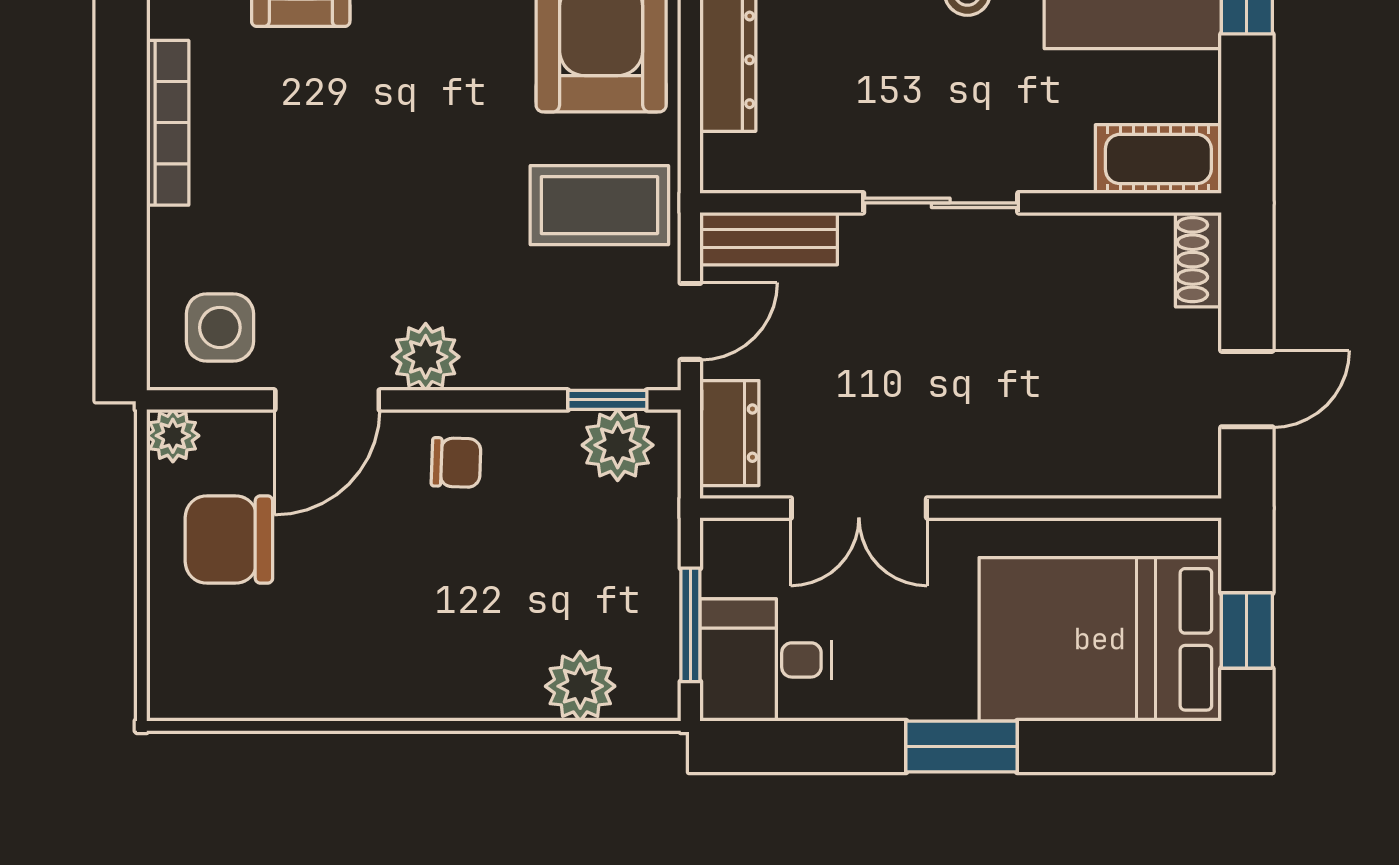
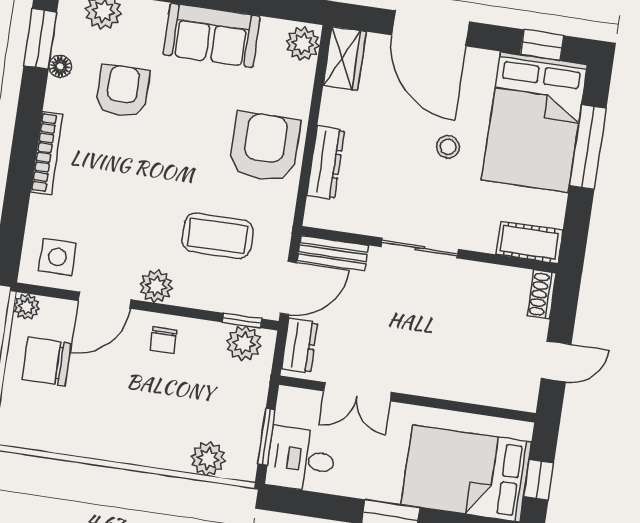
coffee table: (599, 205) -> (218, 236), moved
door: (690, 321) -> (288, 288), width x1.38
chair: (456, 463) -> (163, 340), turned 88

